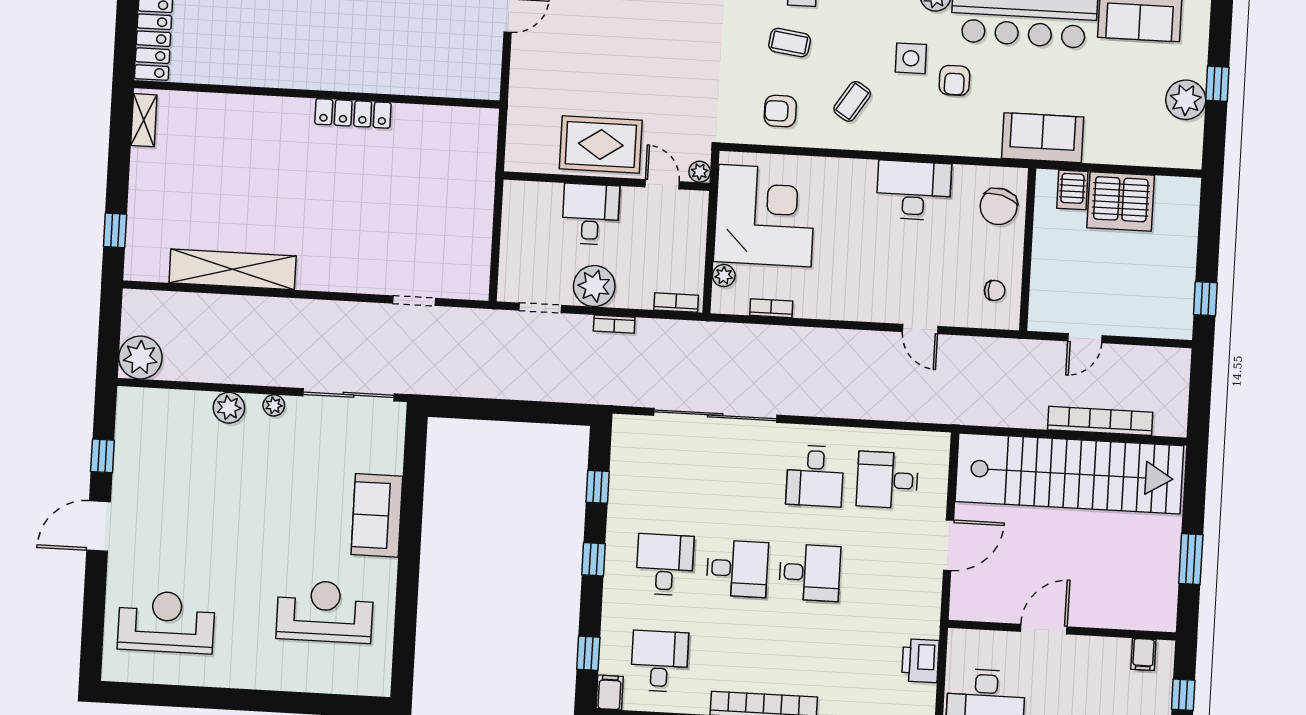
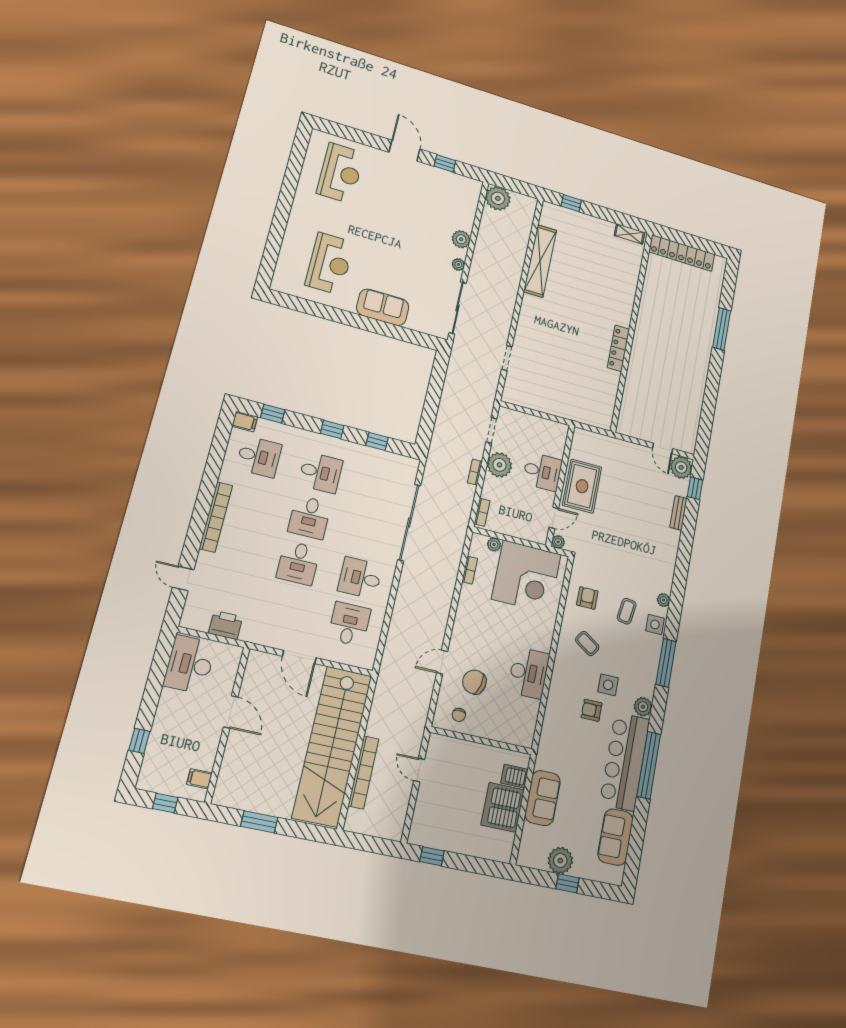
sofa: (1043, 138) -> (543, 798), moved
chair: (999, 206) -> (474, 682), moved

